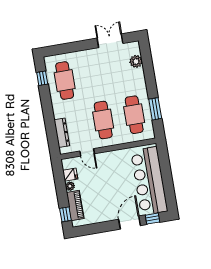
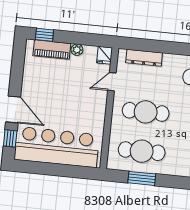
fridge: (70, 175) -> (105, 55), moved

